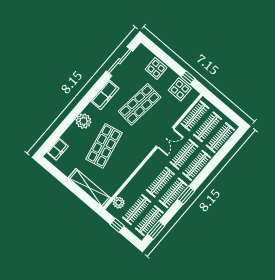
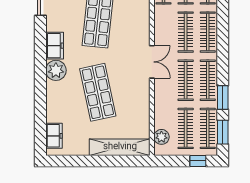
freezer: (105, 95) -> (55, 46), width x0.71
plant: (83, 121) -> (56, 70), moved
double door: (165, 137) -> (152, 62), moved
window: (186, 195) -> (223, 98), moved
window: (117, 225) -> (198, 161), moved

